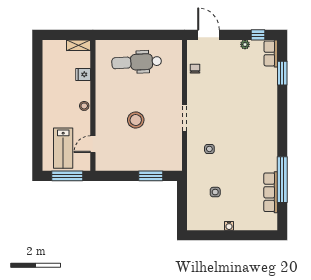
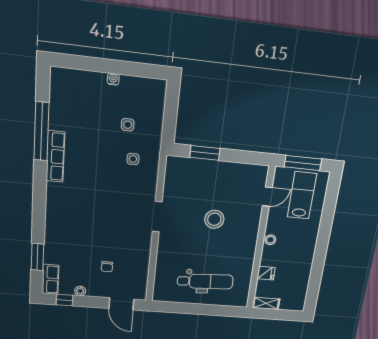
chair: (195, 69) -> (107, 267), moved
side table: (209, 149) -> (133, 159), moved
row of seats: (271, 192) -> (55, 156), moved

